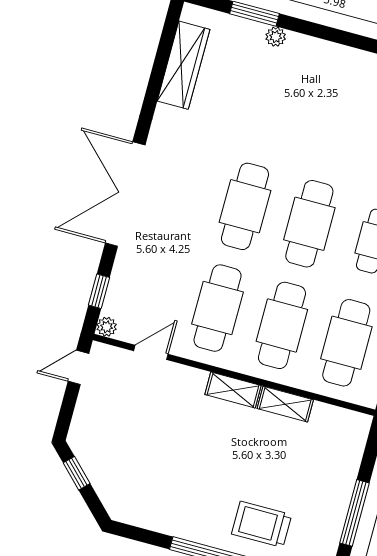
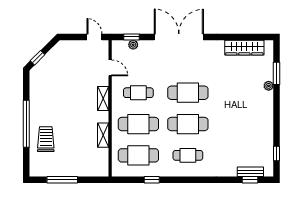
cafe table: (218, 308) -> (138, 93), width x0.73, depth x0.74
plant: (107, 327) -> (133, 45), moved
shelving: (233, 390) -> (103, 99), moved
window: (77, 473) -> (38, 58), moved

